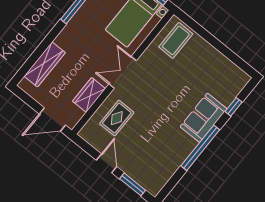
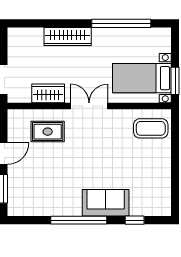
wardrobe: (45, 64) -> (68, 36), moved

